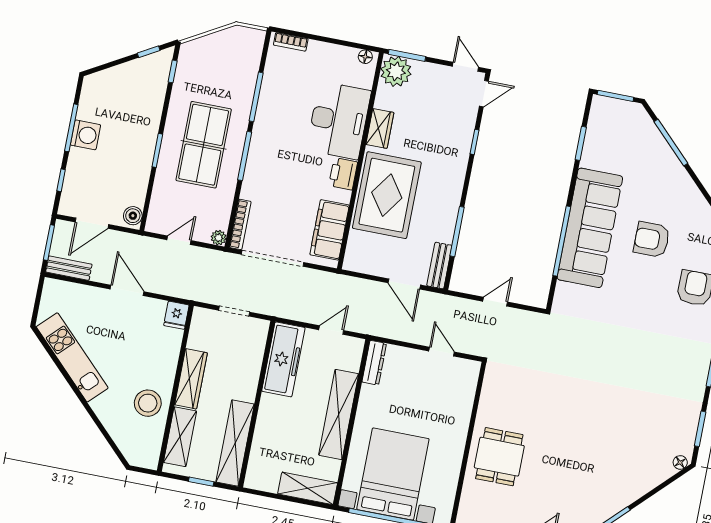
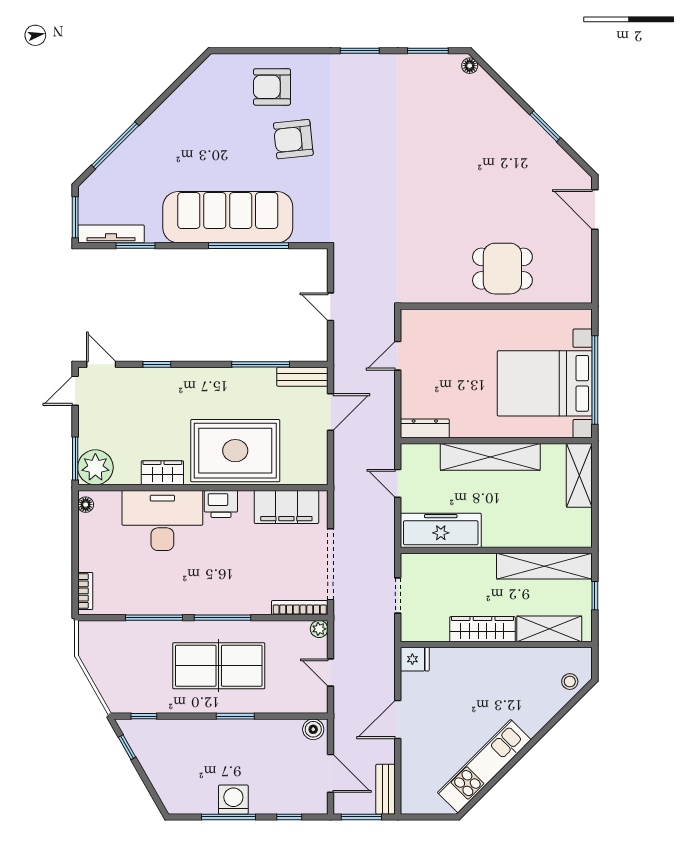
tv unit: (595, 124) -> (111, 234), added
armchair: (652, 240) -> (293, 139), moved, turned 84
stool: (148, 403) -> (570, 682), moved, width x0.53, depth x0.53

